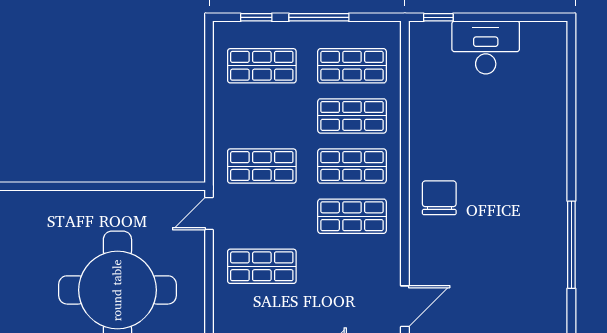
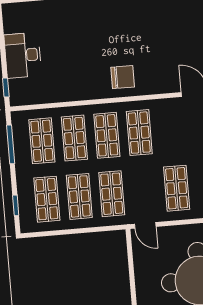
window: (319, 17) -> (11, 144), moved
shop shelf: (262, 116) -> (79, 196), added
chair: (439, 198) -> (123, 77), turned 180

